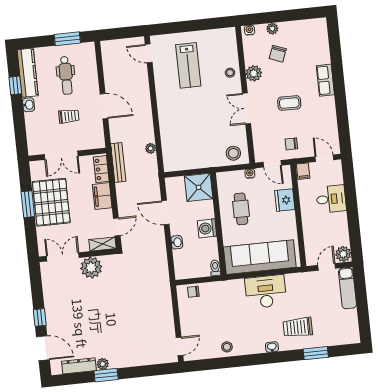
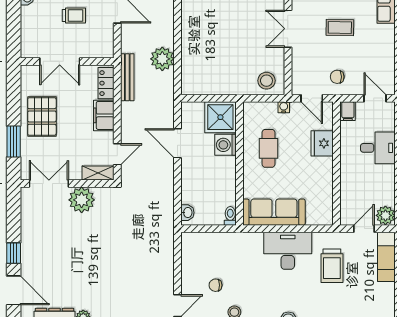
plant: (151, 148) -> (162, 59), width x1.88, depth x1.88
pallet: (51, 202) -> (42, 116), width x0.73, depth x0.71
window: (28, 204) -> (14, 142), moved
washing machine: (207, 228) -> (225, 145), moved
washbasin: (177, 242) -> (187, 213), moved
sofa: (260, 257) -> (274, 212), width x0.74, depth x0.79
chair: (193, 292) -> (215, 285), moved
trolley: (298, 327) -> (332, 266), moved, turned -90

